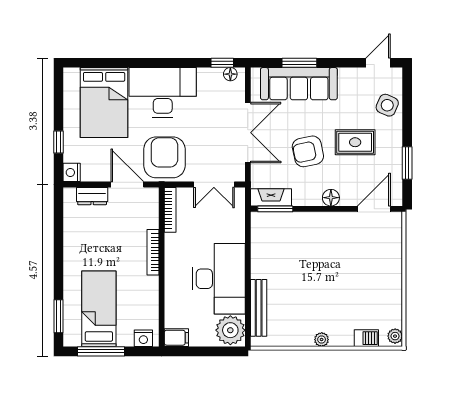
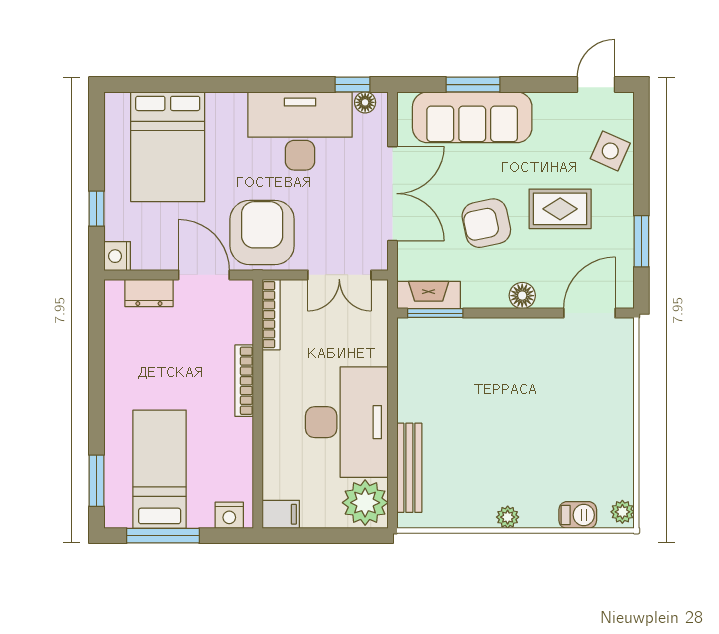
desk: (163, 92) -> (300, 131), moved

